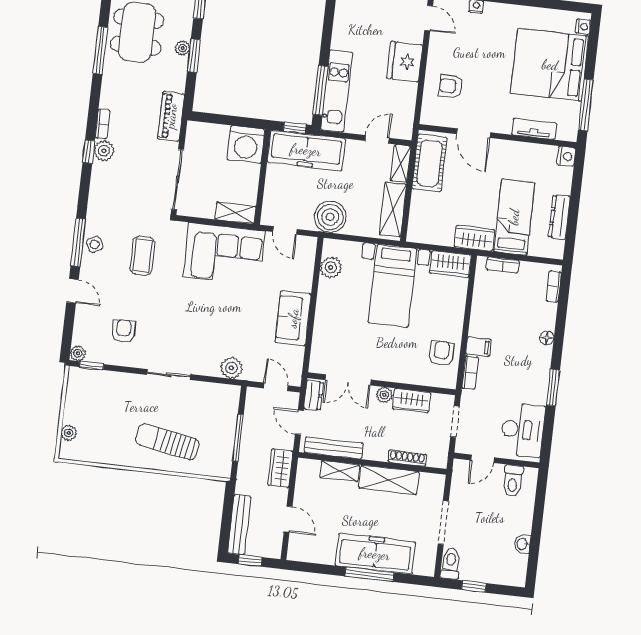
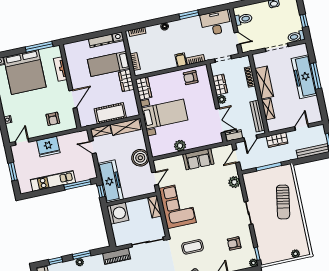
kitchen unit: (337, 91) -> (53, 181), moved
nightstand: (566, 156) -> (118, 37), moved
cot: (429, 163) -> (110, 113), moved
plant: (331, 267) -> (180, 146), moved

